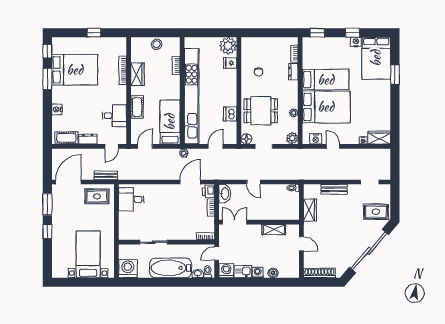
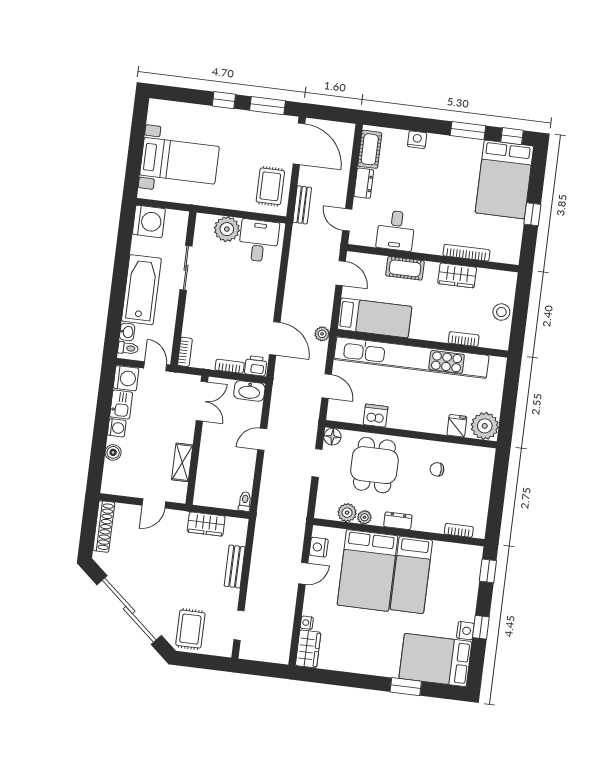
bed: (75, 70) -> (504, 179), moved
dresser: (293, 72) -> (398, 521), moved
plant: (292, 138) -> (347, 513), moved
plant: (127, 220) -> (227, 229), added

